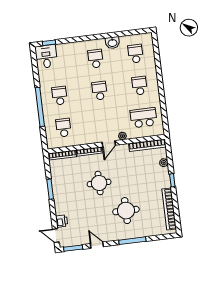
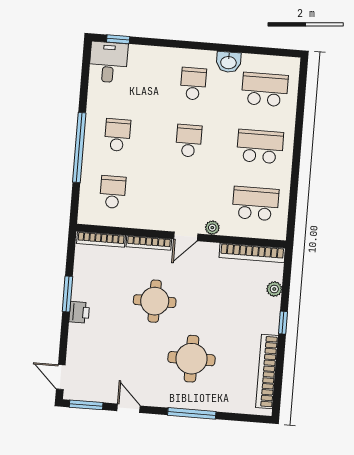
school desk: (136, 54) -> (265, 89), width x1.85
school desk: (140, 86) -> (260, 146), width x1.85
printer: (62, 221) -> (79, 312), moved

